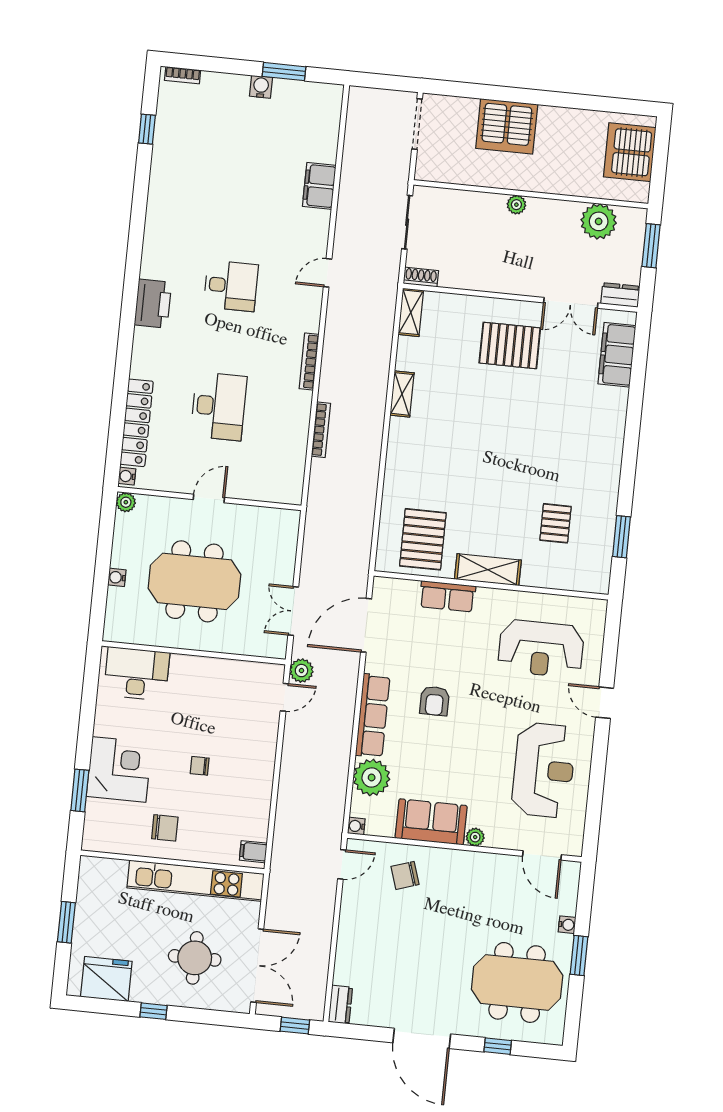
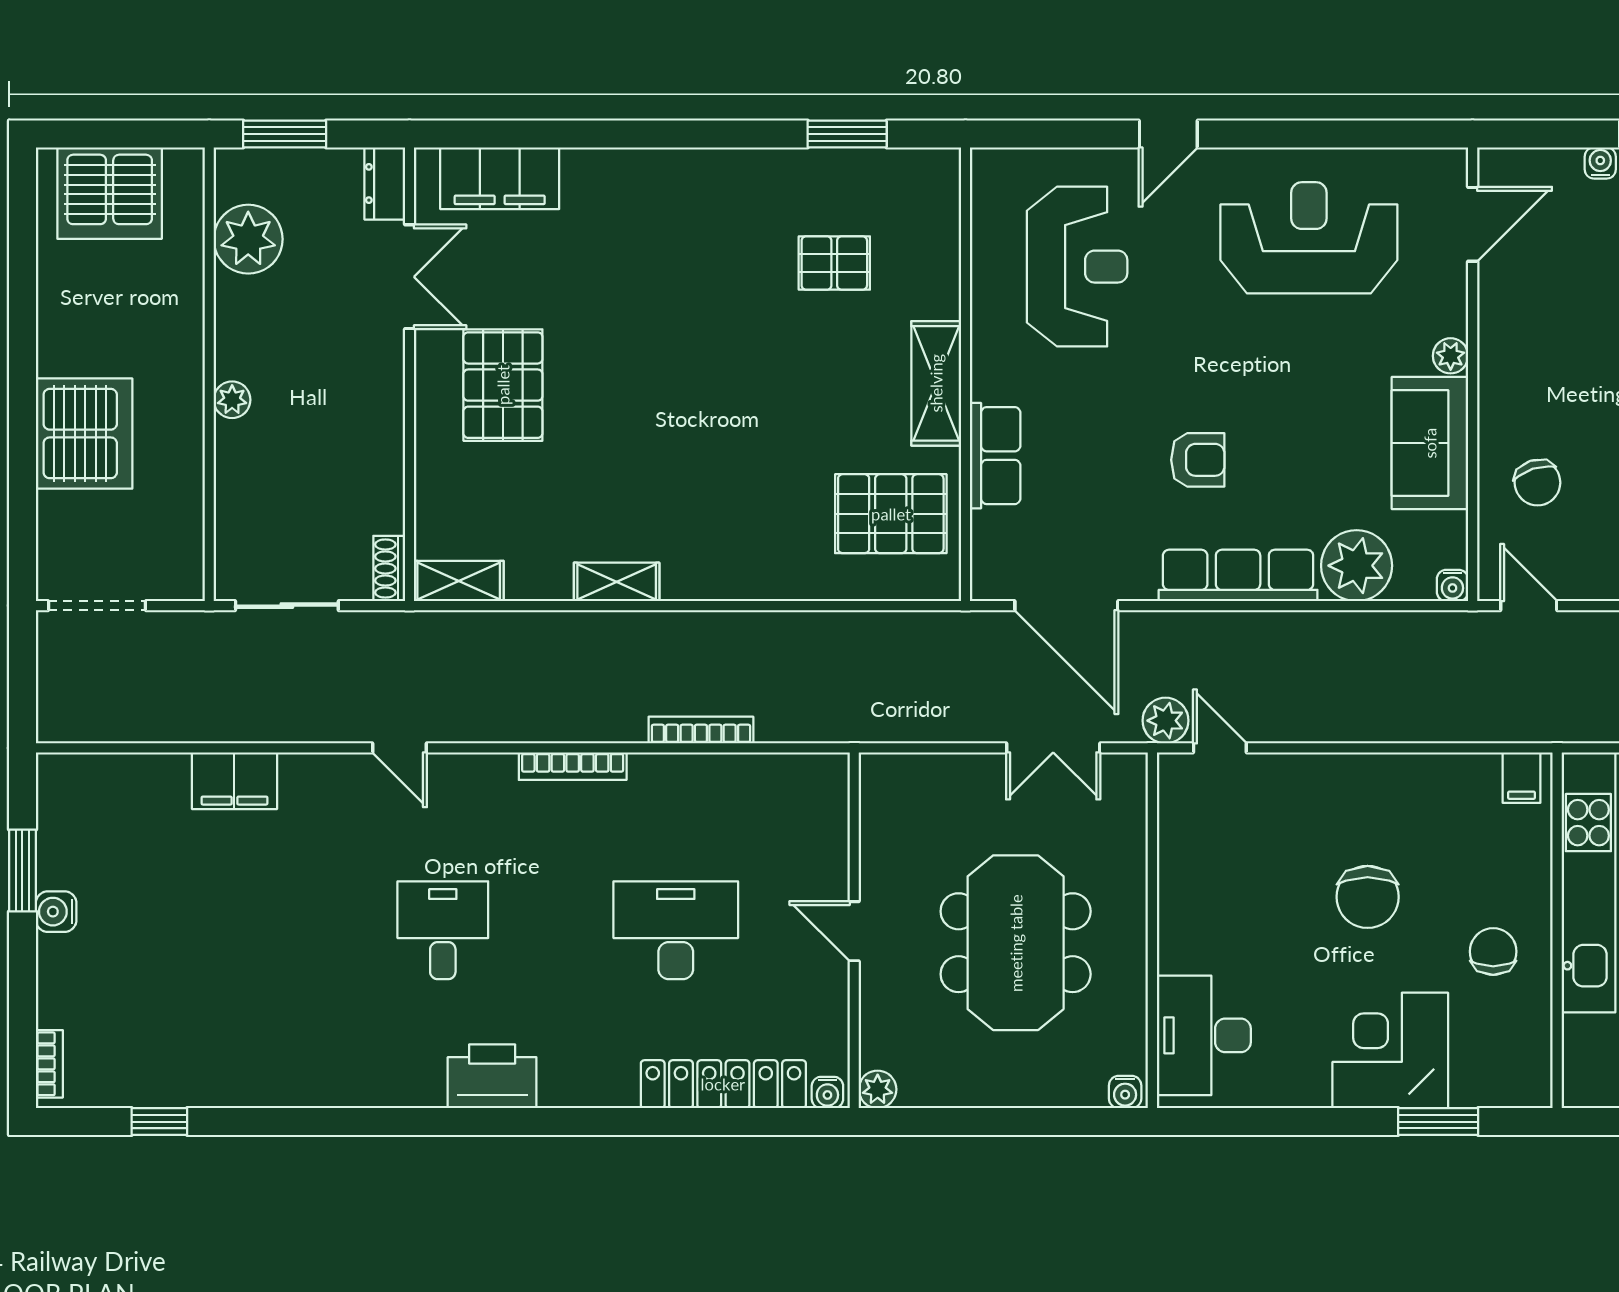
water cooler: (117, 577) -> (1125, 1092), moved
chair: (200, 766) -> (1368, 897), width x1.87, depth x1.87

